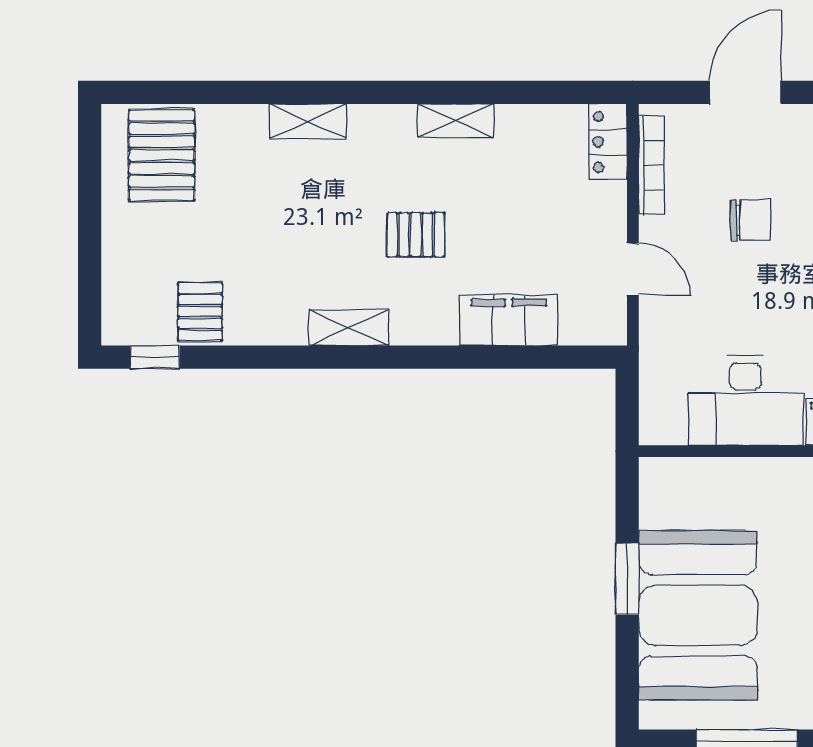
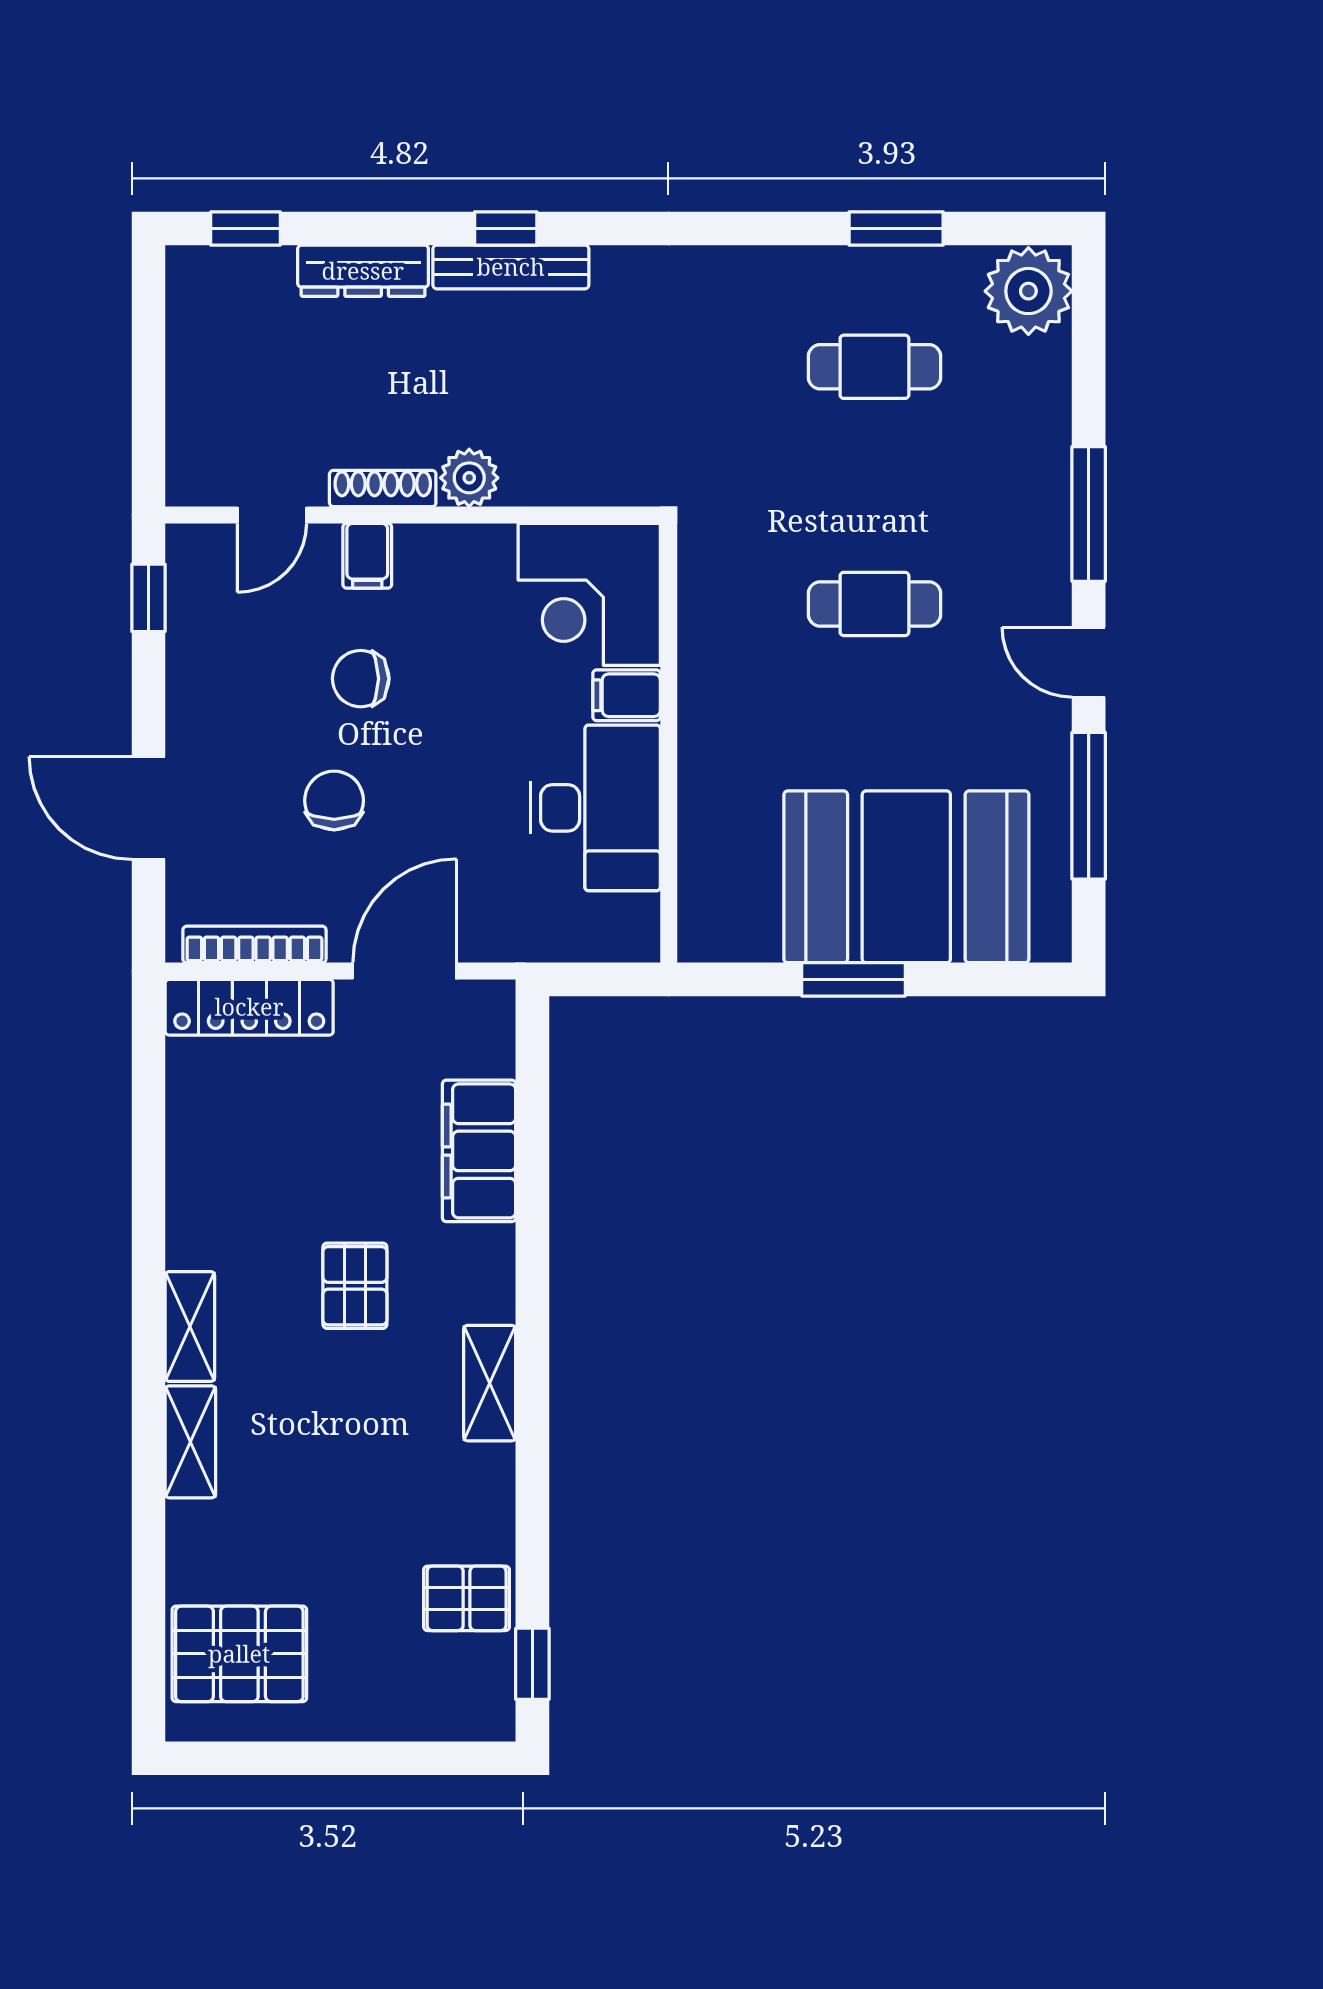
shelving: (456, 121) -> (190, 1327), moved
locker: (608, 142) -> (249, 1007), width x1.53
door: (633, 269) -> (405, 971), width x1.38

